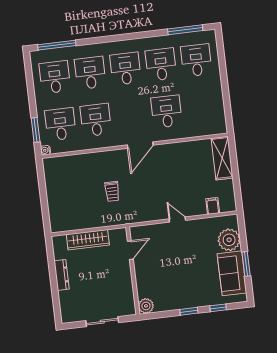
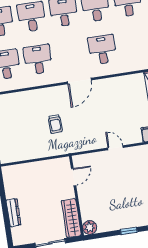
wardrobe: (88, 240) -> (71, 218), moved, turned 90
dresser: (62, 275) -> (13, 213), moved

